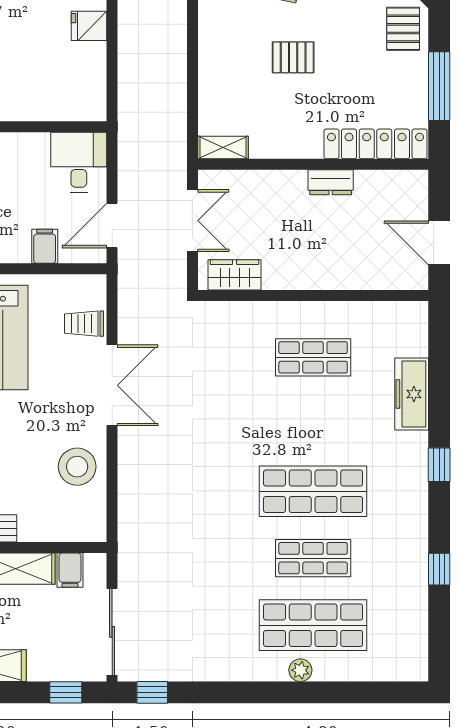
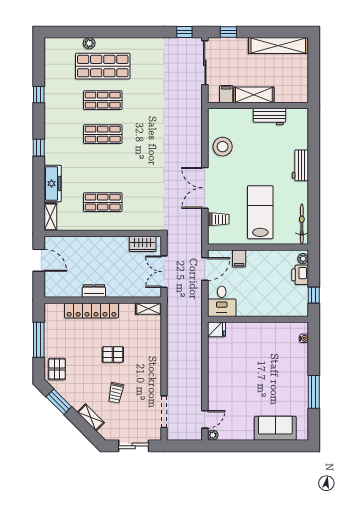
fridge: (89, 26) -> (217, 329), moved
locker: (375, 144) -> (92, 310), moved
shelving: (416, 328) -> (50, 217), added
shop shelf: (313, 491) -> (103, 134), width x0.70, depth x0.74
plant: (300, 670) -> (89, 43), moved

